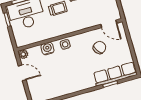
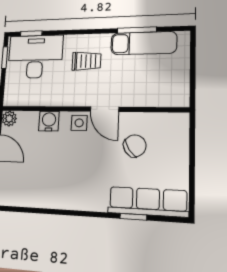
door: (109, 24) -> (104, 109), moved

